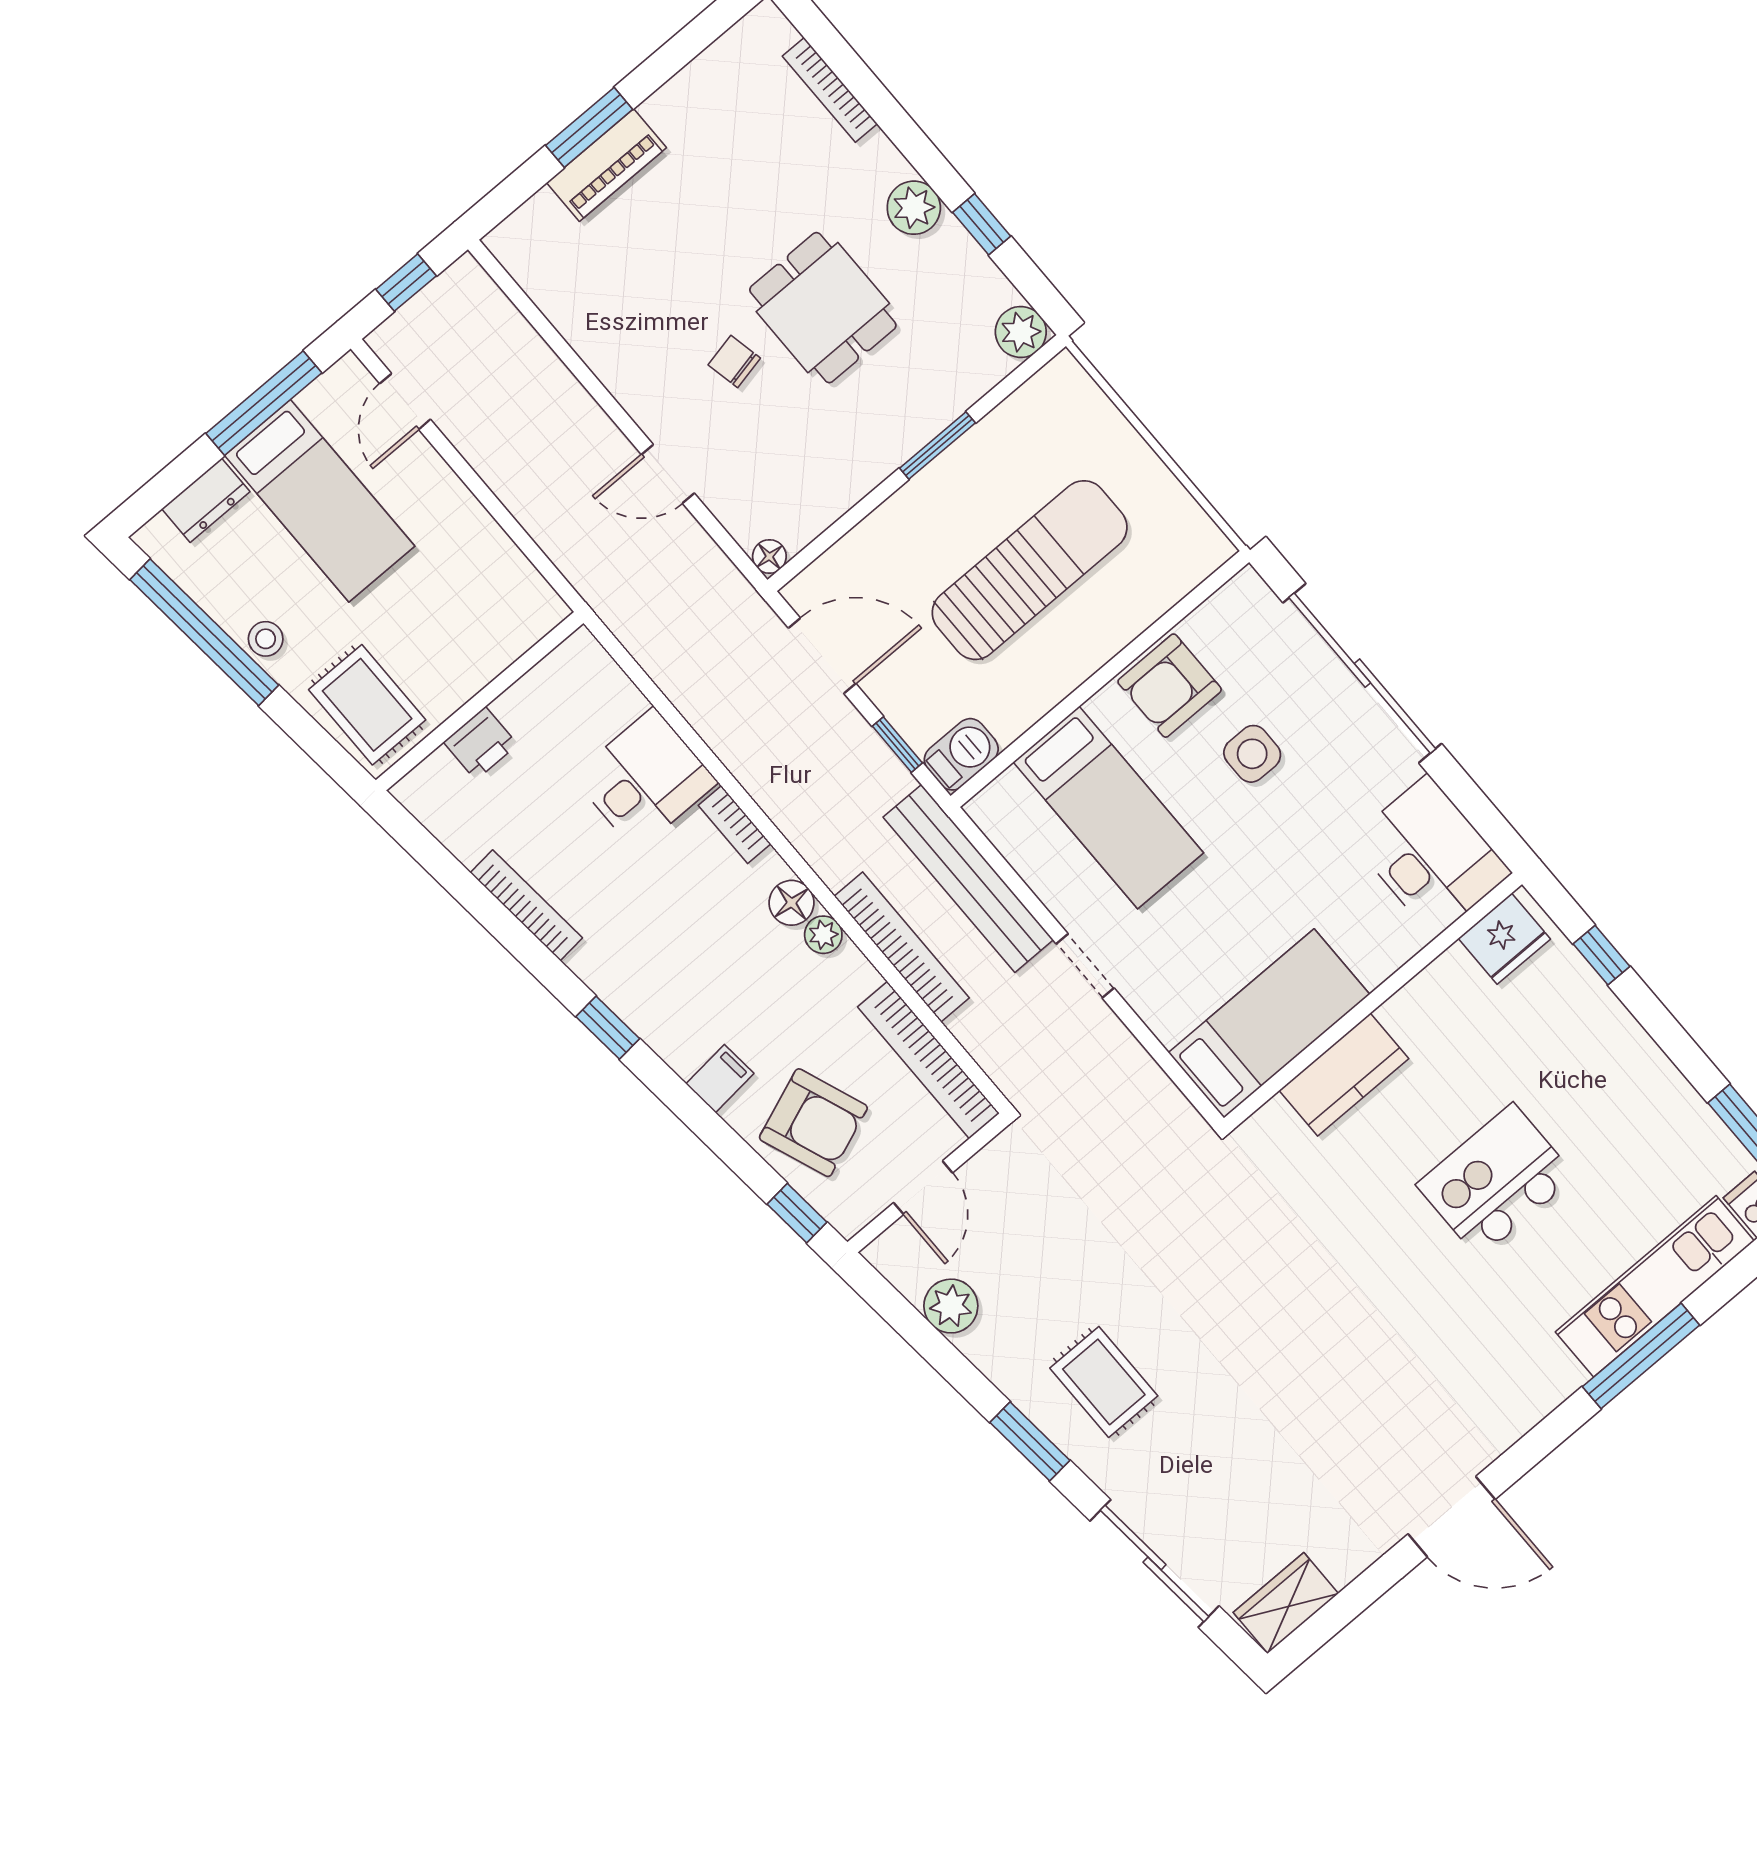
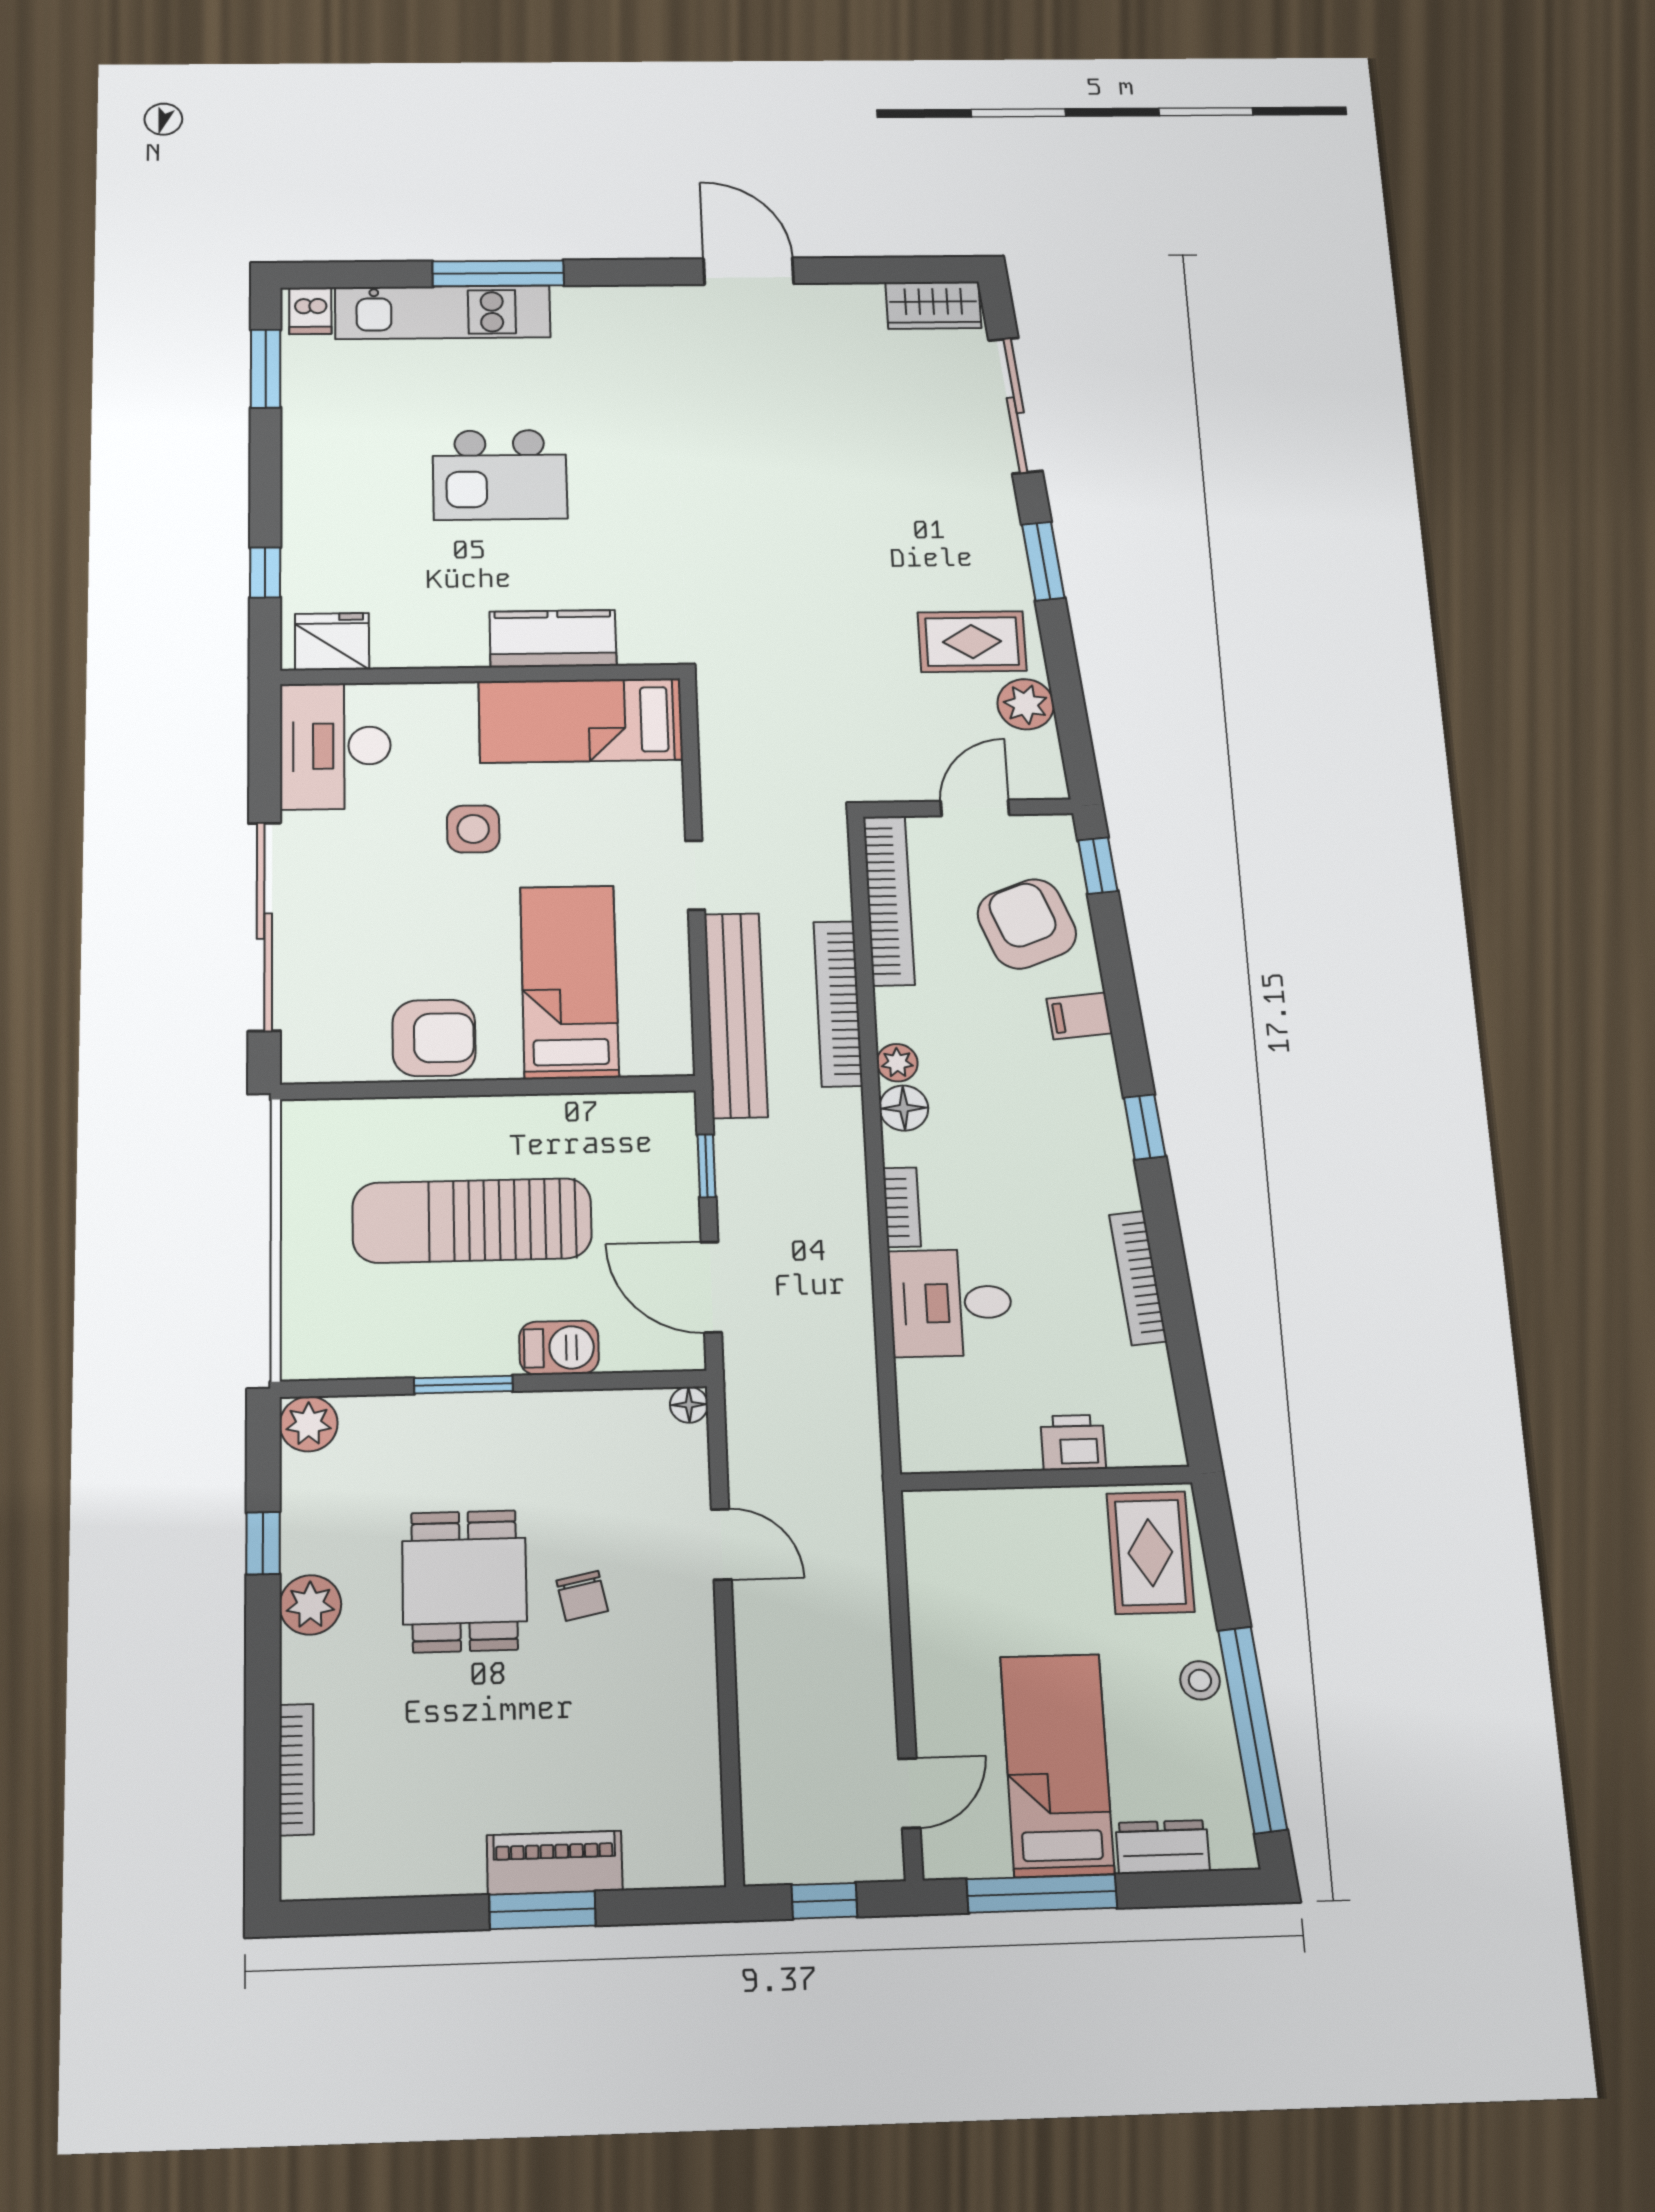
barbecue: (961, 754) -> (559, 1348), moved, turned 180
side table: (1252, 754) -> (473, 829), moved
rug: (1104, 1382) -> (972, 642), moved, turned 90

